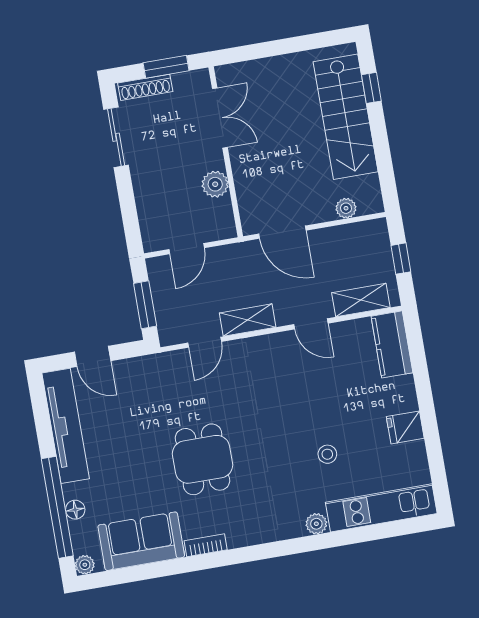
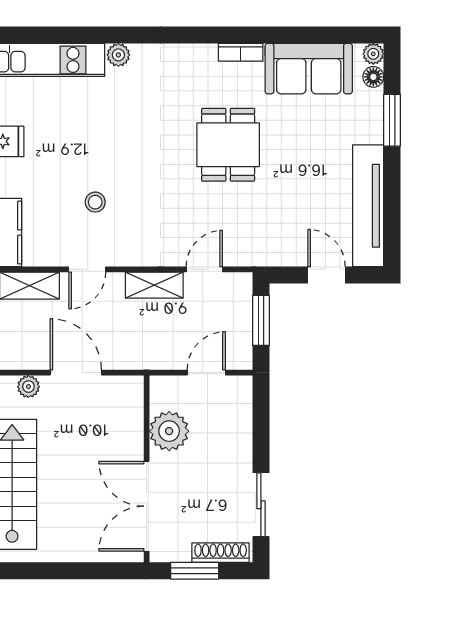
double door: (220, 118) -> (147, 506), width x1.37
plant: (215, 184) -> (169, 431), width x1.36, depth x1.36
door: (282, 232) -> (76, 373), moved
door: (311, 324) -> (87, 269), swing flipped
stool: (327, 454) -> (95, 202), moved
window: (57, 507) -> (392, 120), width x0.47
floor lamp: (75, 510) -> (373, 77), moved

